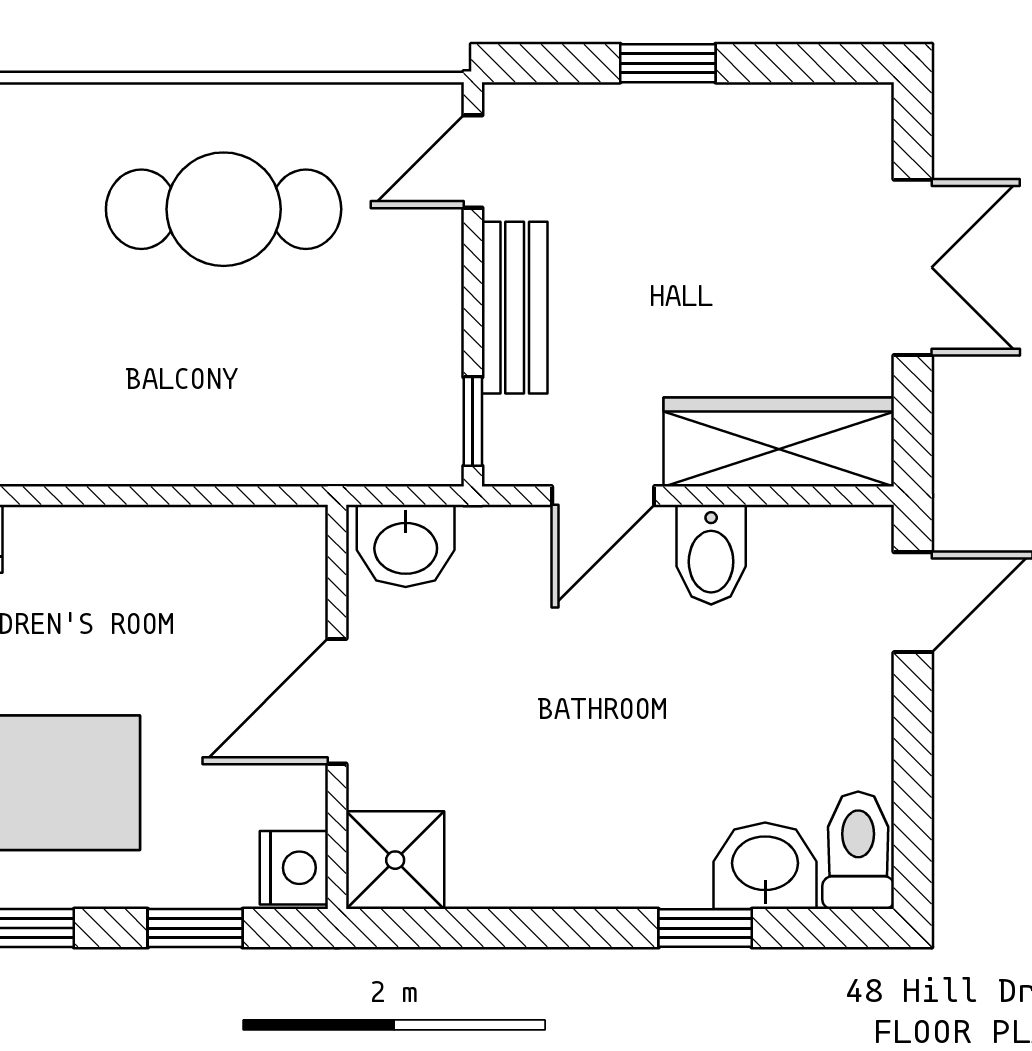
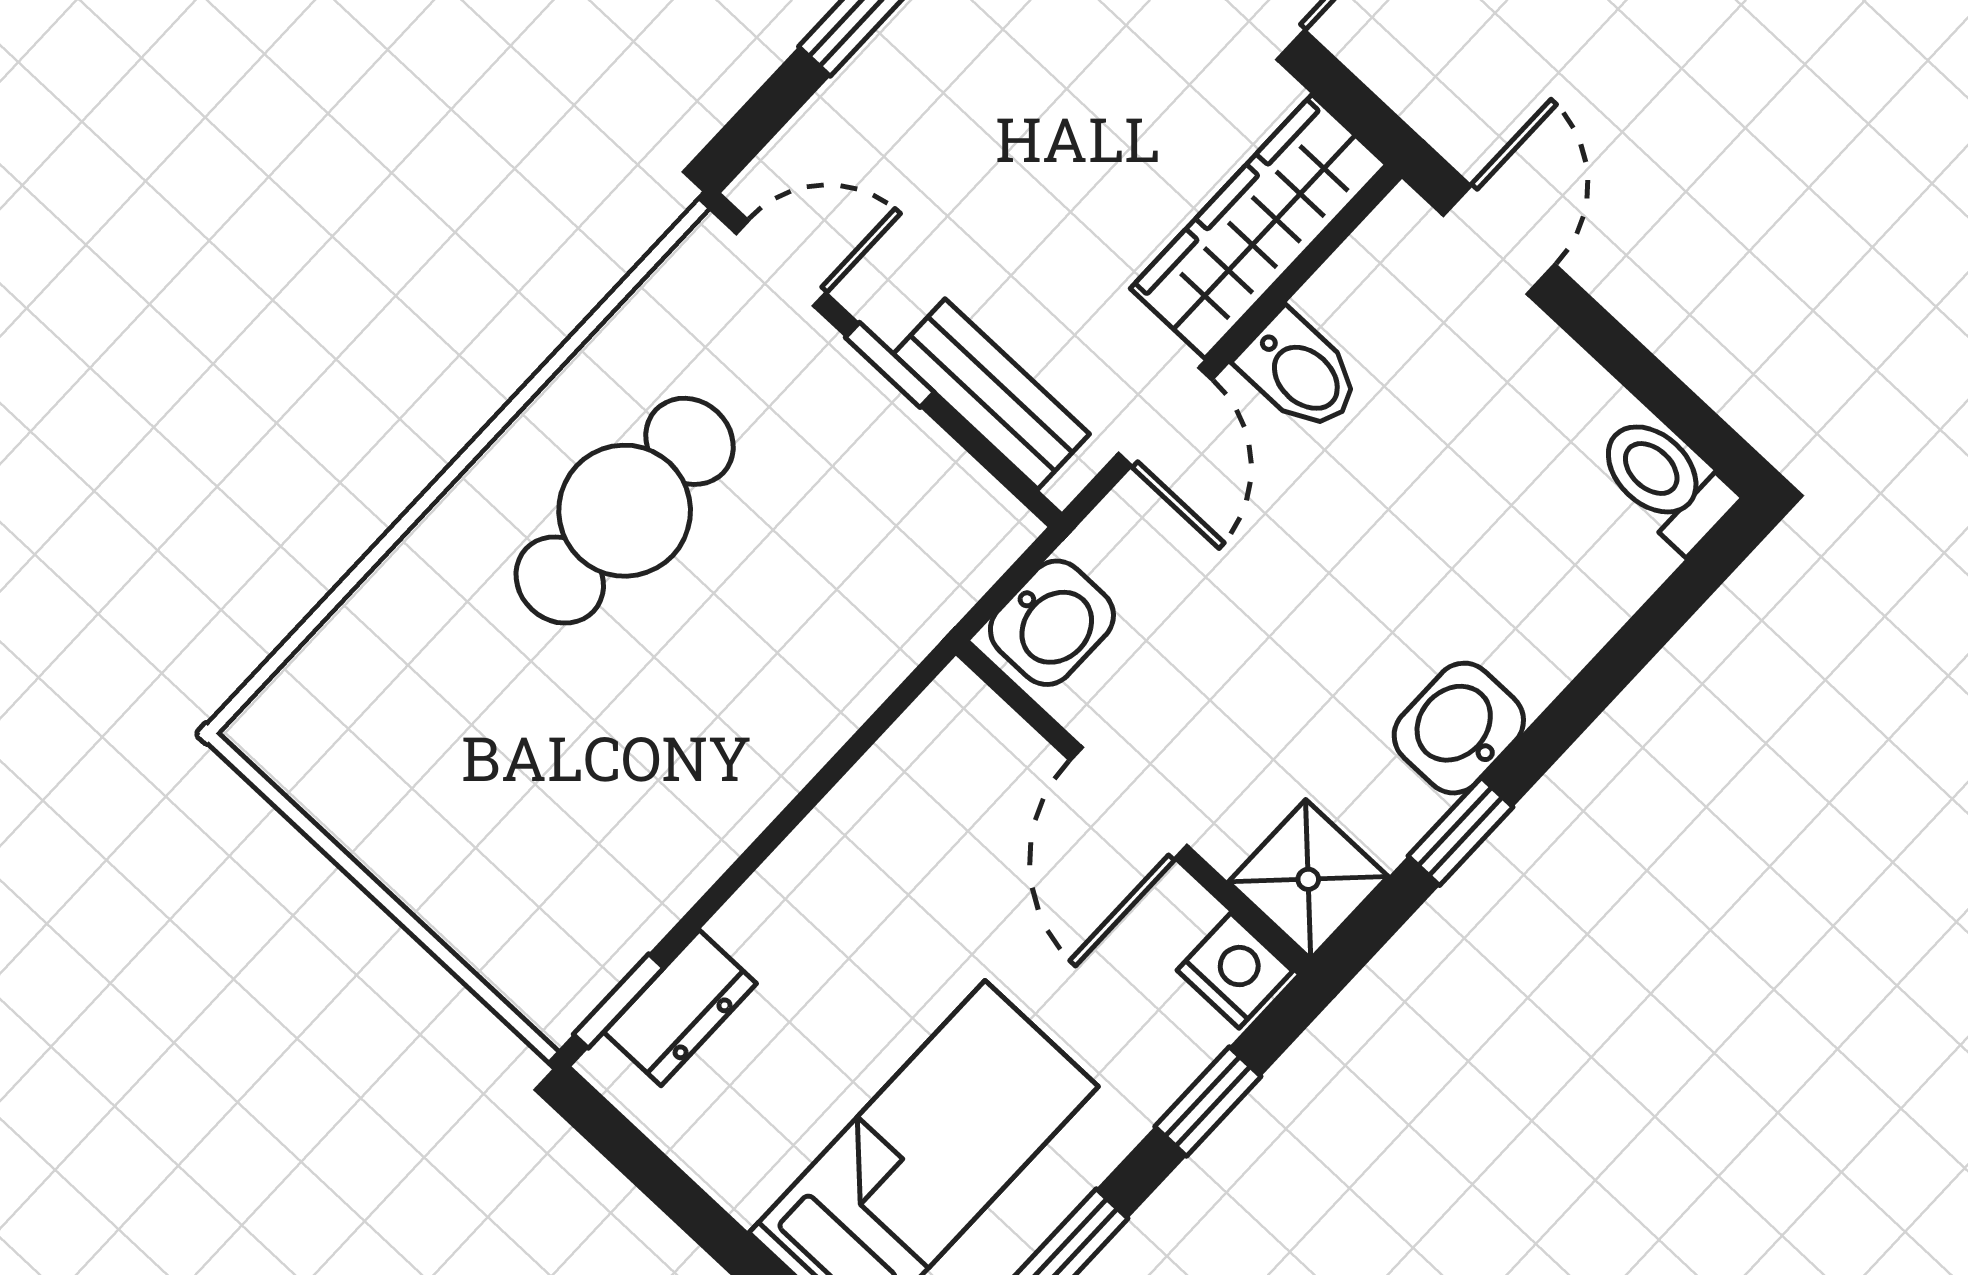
door: (473, 162) -> (781, 263), swing flipped
bench: (515, 308) -> (991, 394), moved
window: (473, 421) -> (890, 365), moved
washbasin: (765, 866) -> (1459, 728), moved
window: (705, 928) -> (1460, 831), moved

